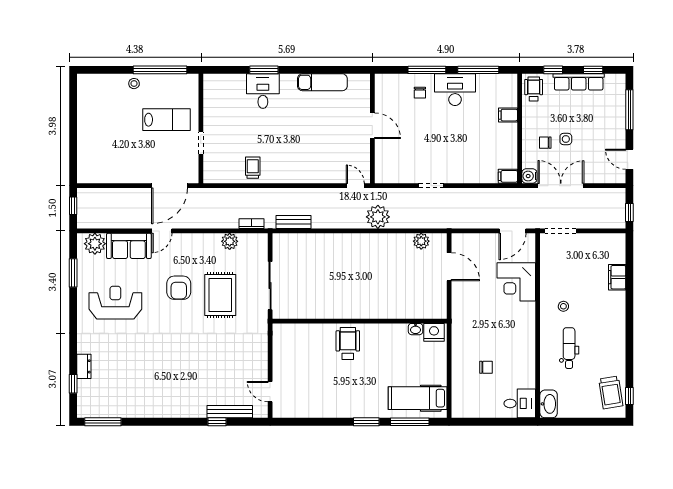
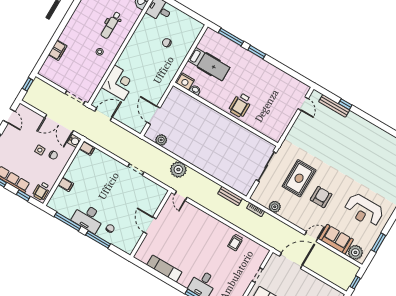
hospital bed: (418, 398) -> (209, 64), moved

